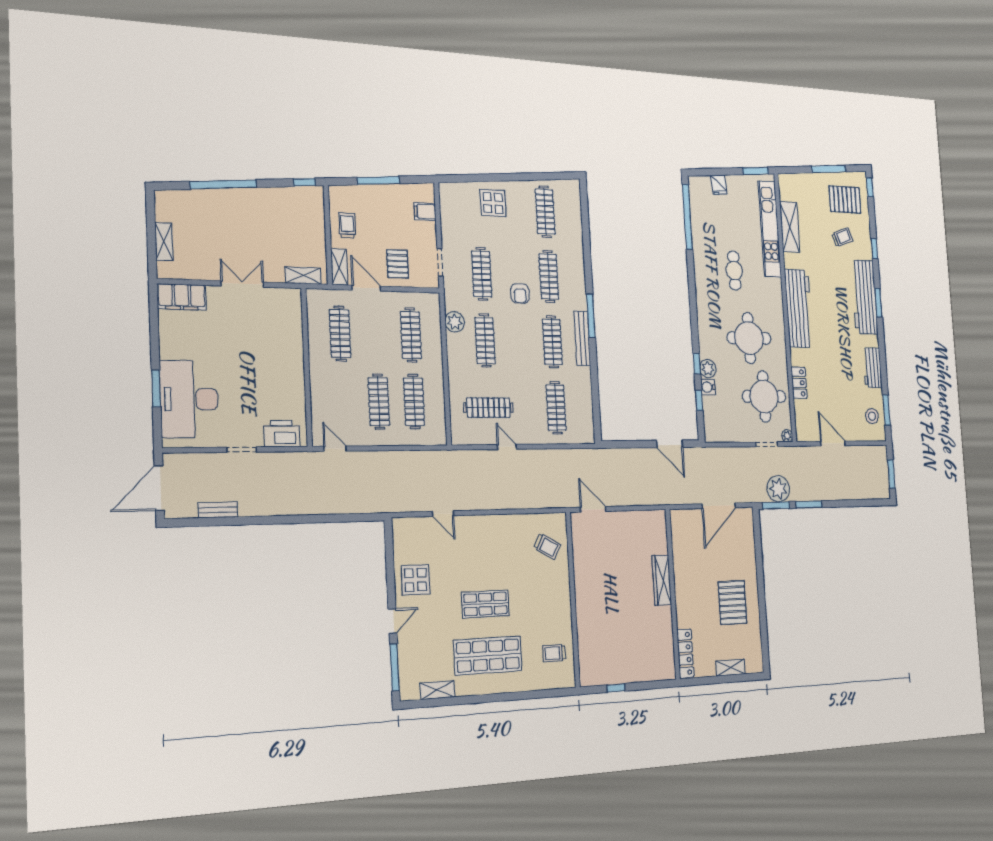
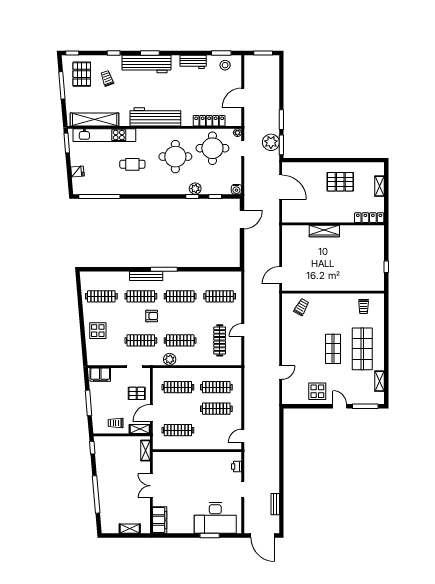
filing cabinet: (425, 212) -> (100, 375), width x2.00
shelving: (790, 227) -> (95, 120), width x1.47
bench: (582, 338) -> (146, 276), moved
locker: (799, 383) -> (209, 121), width x1.53
water cooler: (708, 387) -> (236, 189), moved
printer: (282, 434) -> (237, 467), width x0.53, depth x0.68

